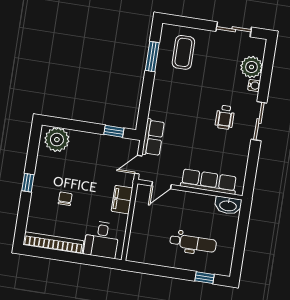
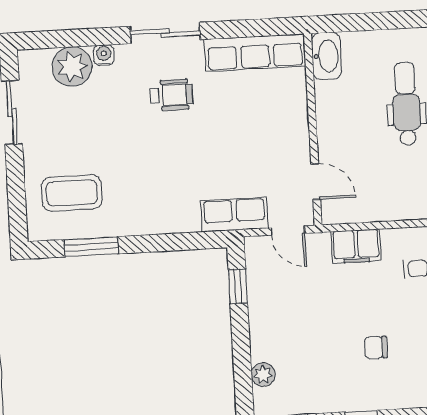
plant: (57, 140) -> (263, 375), width x0.53, depth x0.53
row of seats: (209, 182) -> (255, 53), moved, turned -90

